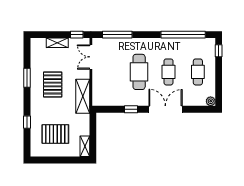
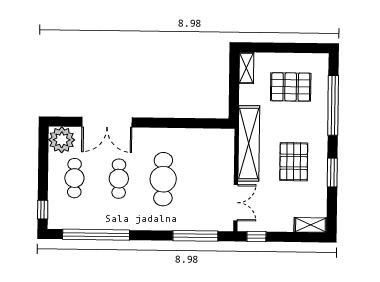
shelving: (57, 43) -> (310, 225), moved
shelving: (83, 96) -> (249, 143), width x1.47
plant: (211, 101) -> (62, 140), width x1.87, depth x1.87
window: (131, 109) -> (176, 123), removed
double door: (165, 109) -> (107, 122), moved
window: (27, 122) -> (333, 105), width x3.17

